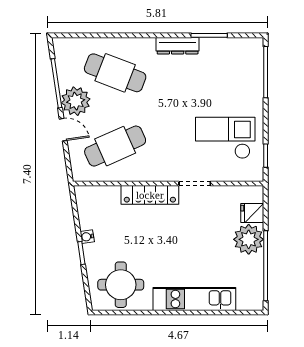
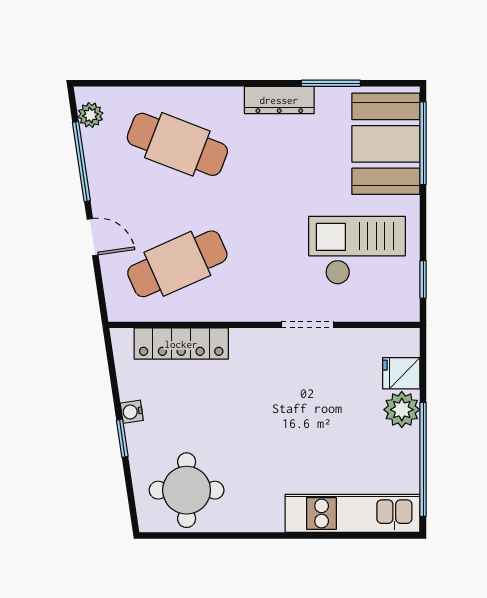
booth: (243, 73) -> (386, 144), added
plant: (76, 101) -> (91, 115), moved, width x0.53, depth x0.53
locker: (150, 195) -> (181, 344), moved
plant: (249, 239) -> (402, 410), width x0.73, depth x0.73
kitchen unit: (194, 299) -> (353, 513), moved

